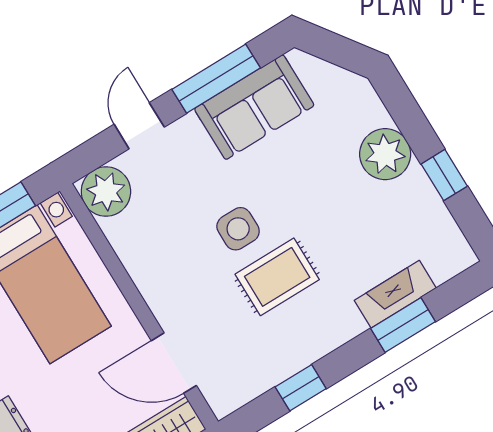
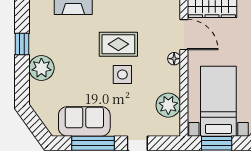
plant: (106, 192) -> (168, 105), moved
floor lamp: (165, 311) -> (174, 59), added

